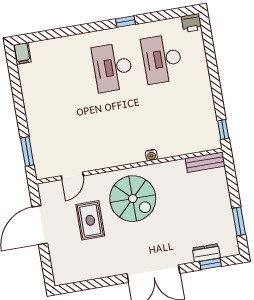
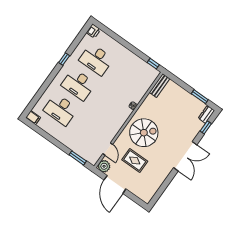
desk: (63, 76) -> (61, 109), added
plant: (48, 192) -> (104, 166), added
dresser: (206, 253) -> (206, 114), moved

